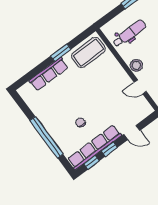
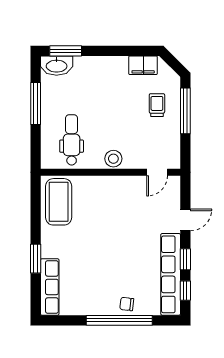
window: (61, 53) -> (36, 259), moved
row of seats: (49, 74) -> (50, 287), moved
door: (140, 87) -> (157, 172), moved
chair: (81, 122) -> (127, 304), moved

